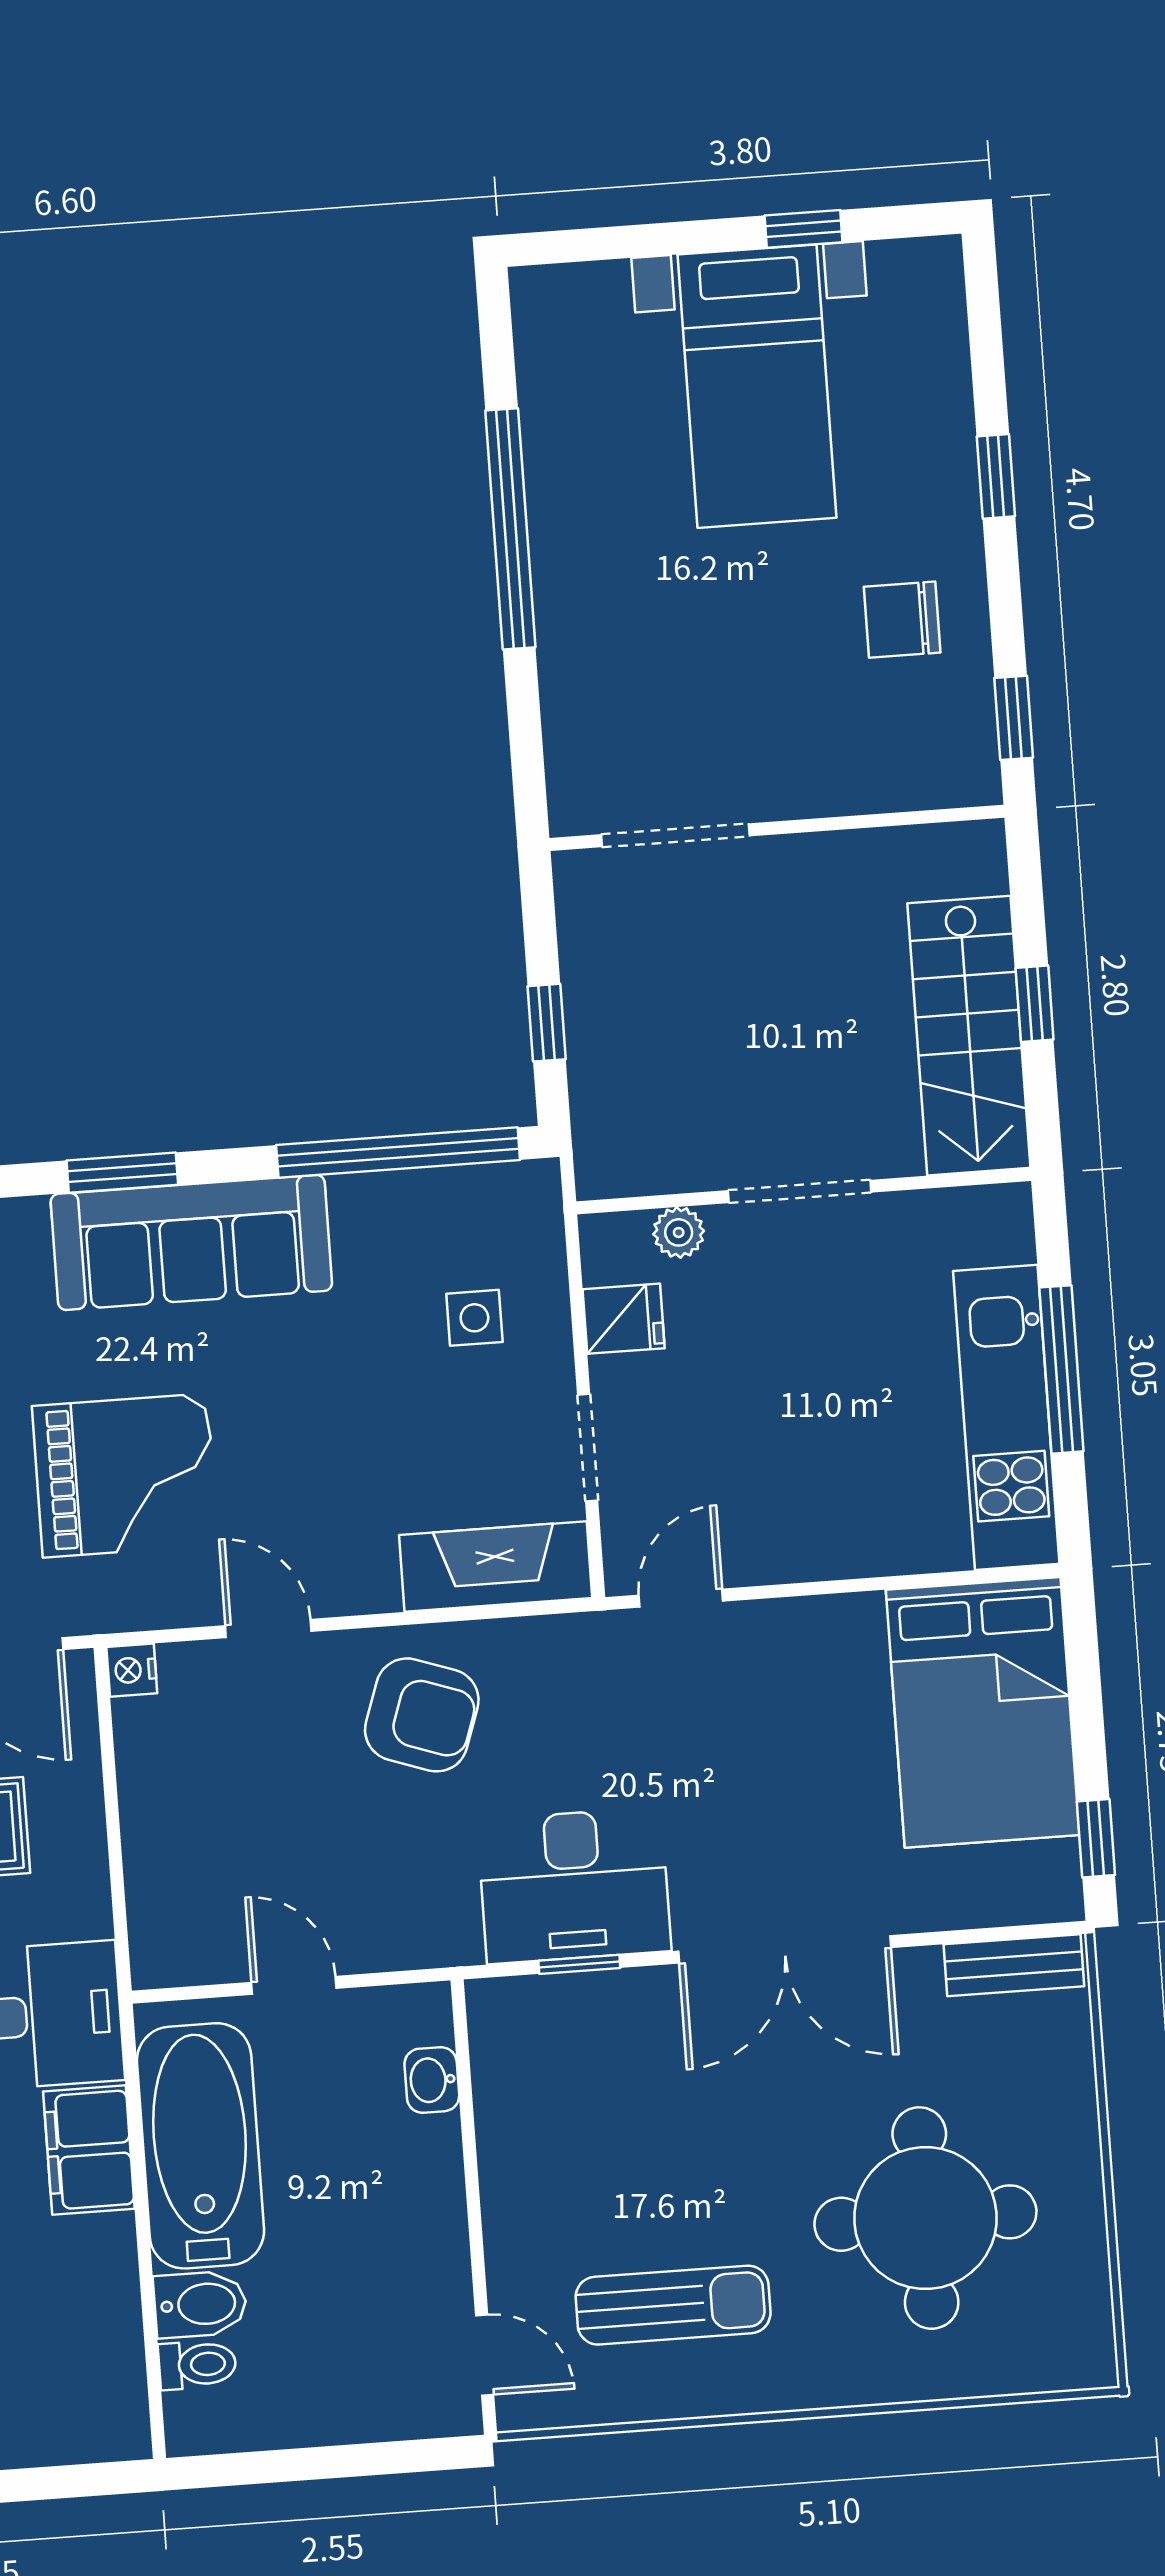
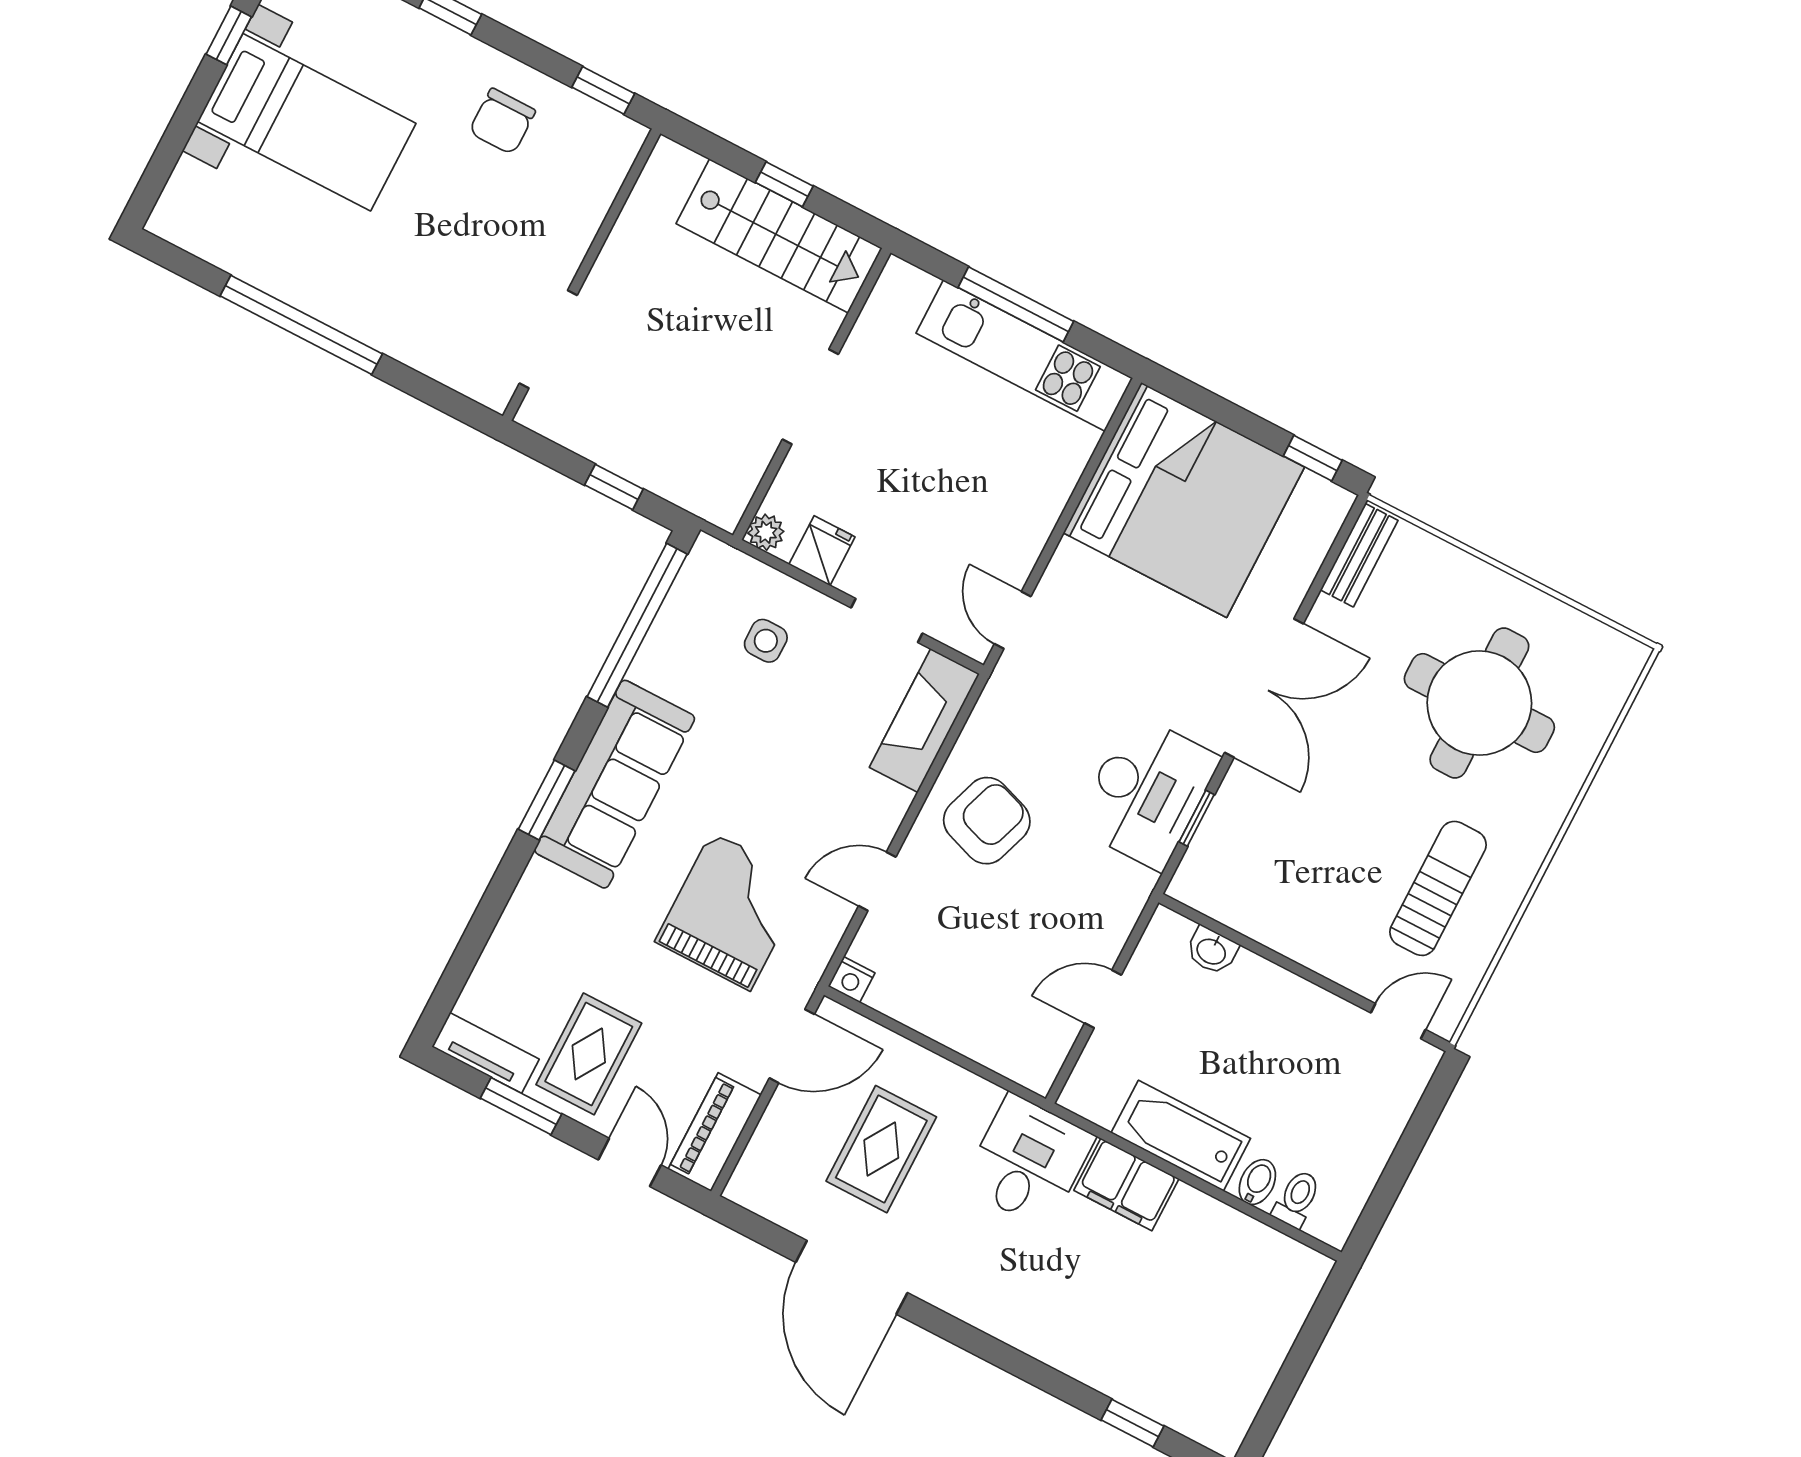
plant: (679, 1232) -> (766, 532), moved
bed: (983, 1712) -> (1184, 500), width x1.36
bathtub: (200, 2146) -> (1181, 1136), width x0.73, depth x0.73
bidet: (200, 2304) -> (1257, 1182), width x0.72, depth x0.74

